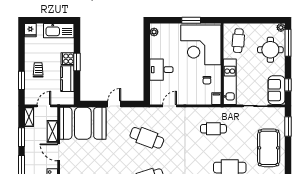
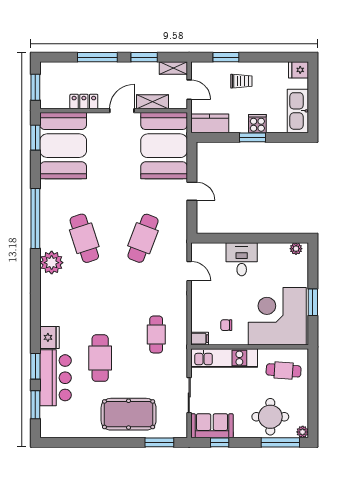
kitchen counter: (67, 79) -> (210, 123), moved

